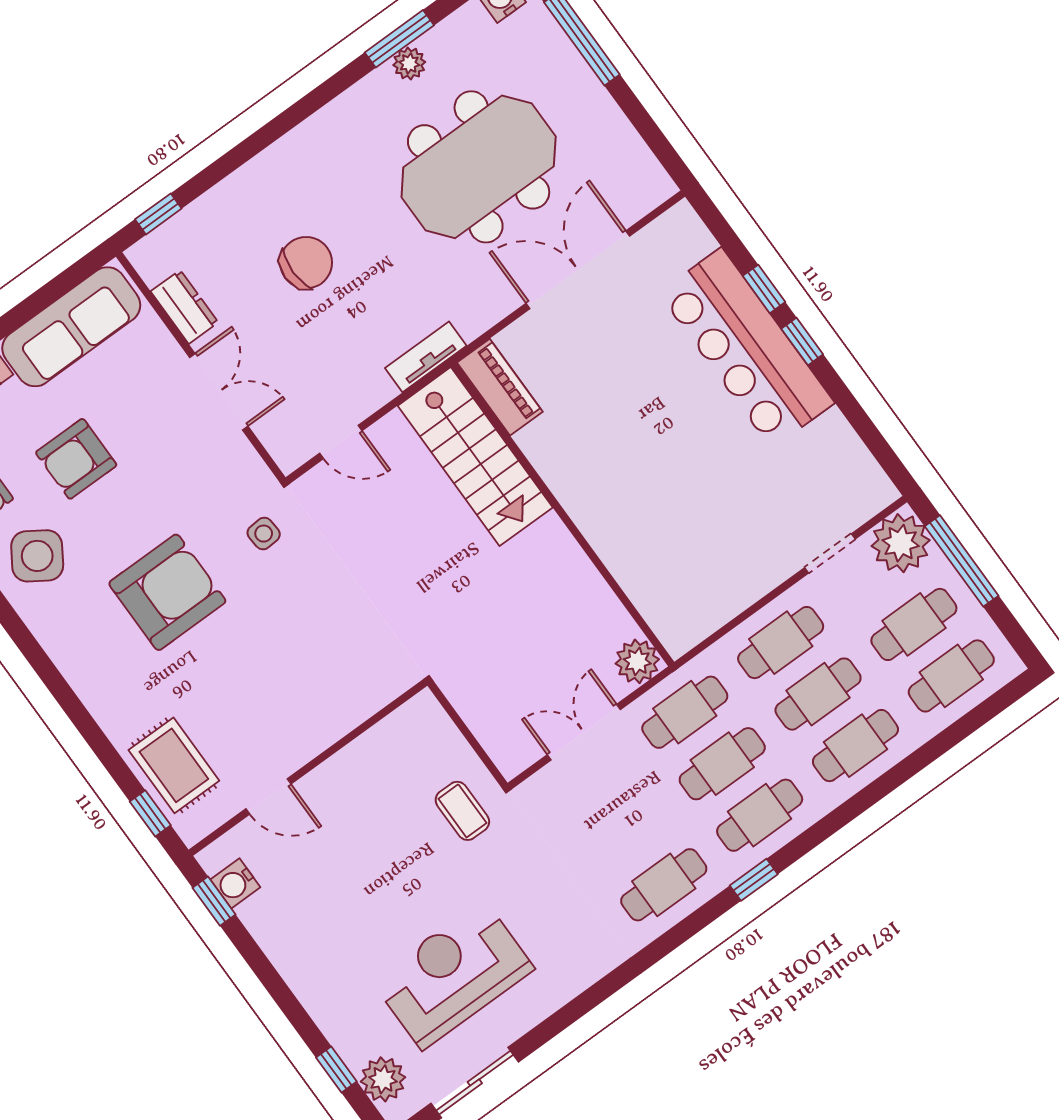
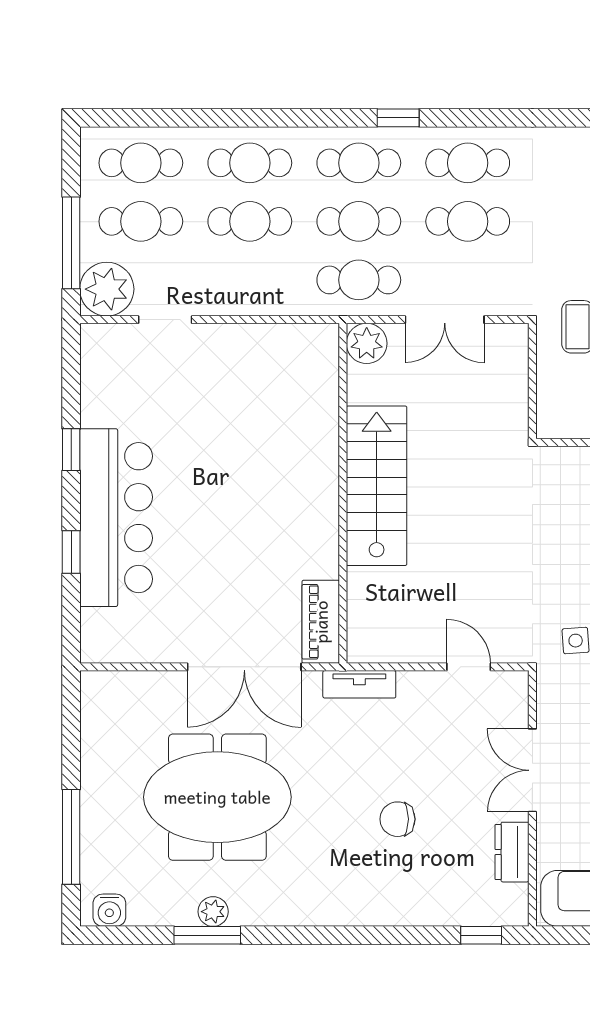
chair: (306, 263) -> (397, 819), width x0.73, depth x0.73
double door: (578, 270) -> (244, 667), moved
window: (802, 341) -> (71, 450), moved
stairs: (475, 457) -> (377, 486), moved
cafe table: (781, 643) -> (468, 221), moved

